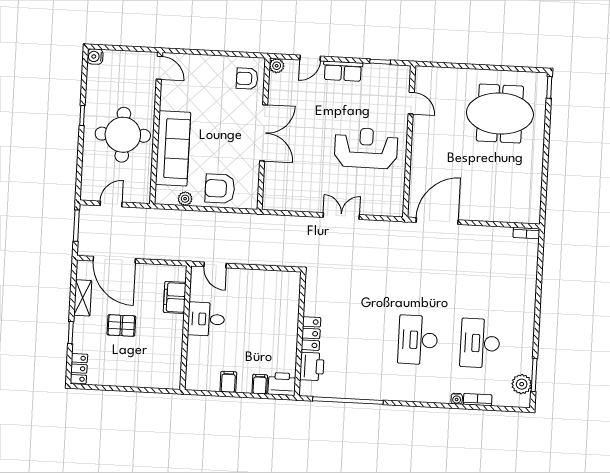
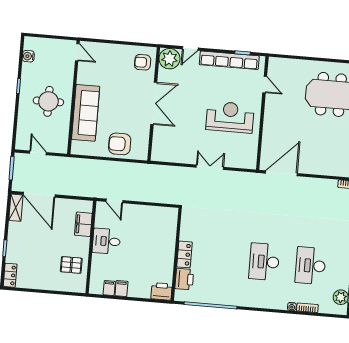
water cooler: (95, 57) -> (28, 56), moved
plant: (277, 66) -> (169, 59), width x1.88, depth x1.88
row of seats: (343, 71) -> (229, 60), width x2.02
round table: (123, 135) -> (48, 101), width x0.73, depth x0.73
plant: (185, 199) -> (93, 151), removed
door: (111, 204) -> (38, 153), hinge flipped
shelving: (83, 298) -> (16, 208), moved
pallet: (121, 325) -> (71, 265), moved
filing cabinet: (260, 384) -> (109, 288), moved

